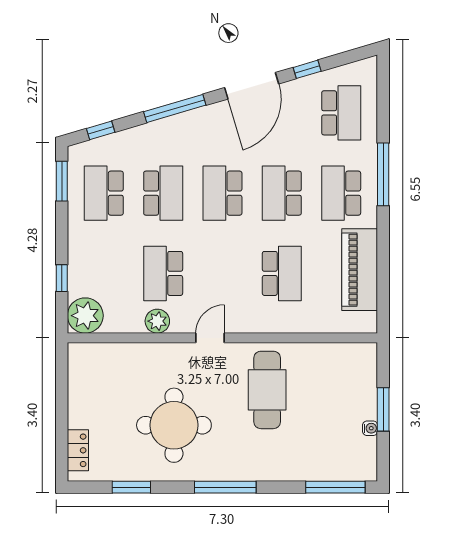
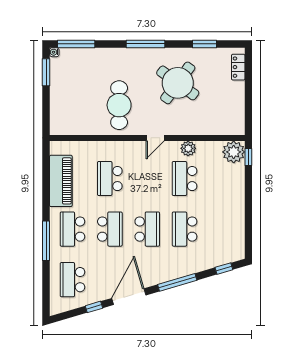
window: (62, 181) -> (248, 237), removed
school desk: (104, 193) -> (222, 229), removed
school desk: (341, 193) -> (72, 229), turned 180
school desk: (163, 273) -> (185, 179), turned 180
window: (62, 278) -> (248, 157), moved
window: (383, 409) -> (46, 72), moved
round table: (174, 425) -> (178, 83), turned 36
water cooler: (370, 428) -> (54, 52), moved

